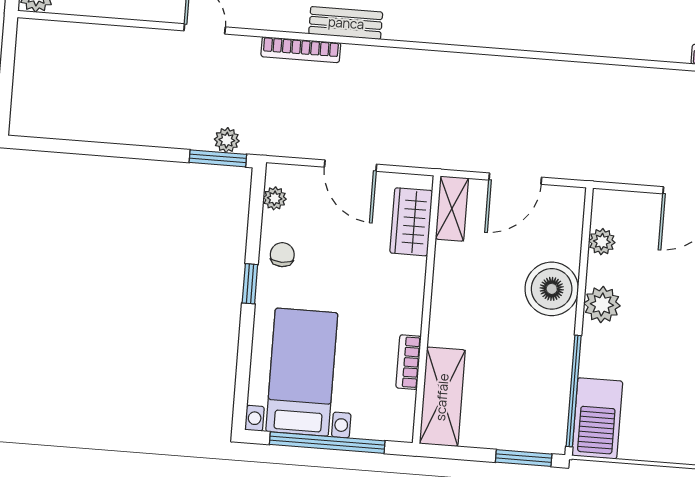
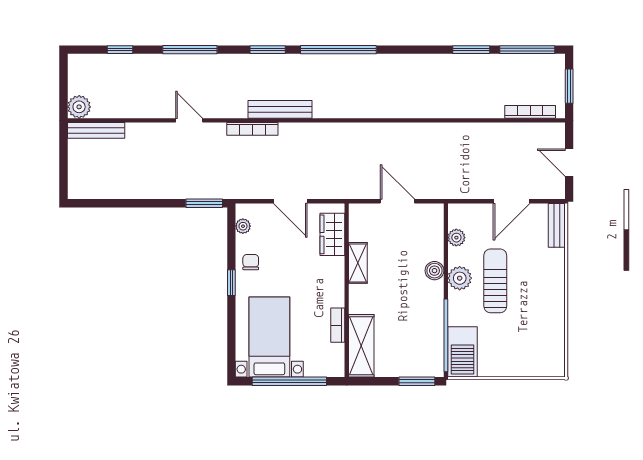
bench: (346, 23) -> (280, 109), width x1.36
bench: (60, 33) -> (96, 130), added
plant: (227, 140) -> (209, 191), removed
door: (515, 179) -> (397, 201), swing flipped
shelving: (452, 209) -> (358, 263), moved
boiler: (552, 289) -> (434, 271), width x0.54, depth x0.54
sun lounger: (656, 313) -> (495, 281), added

